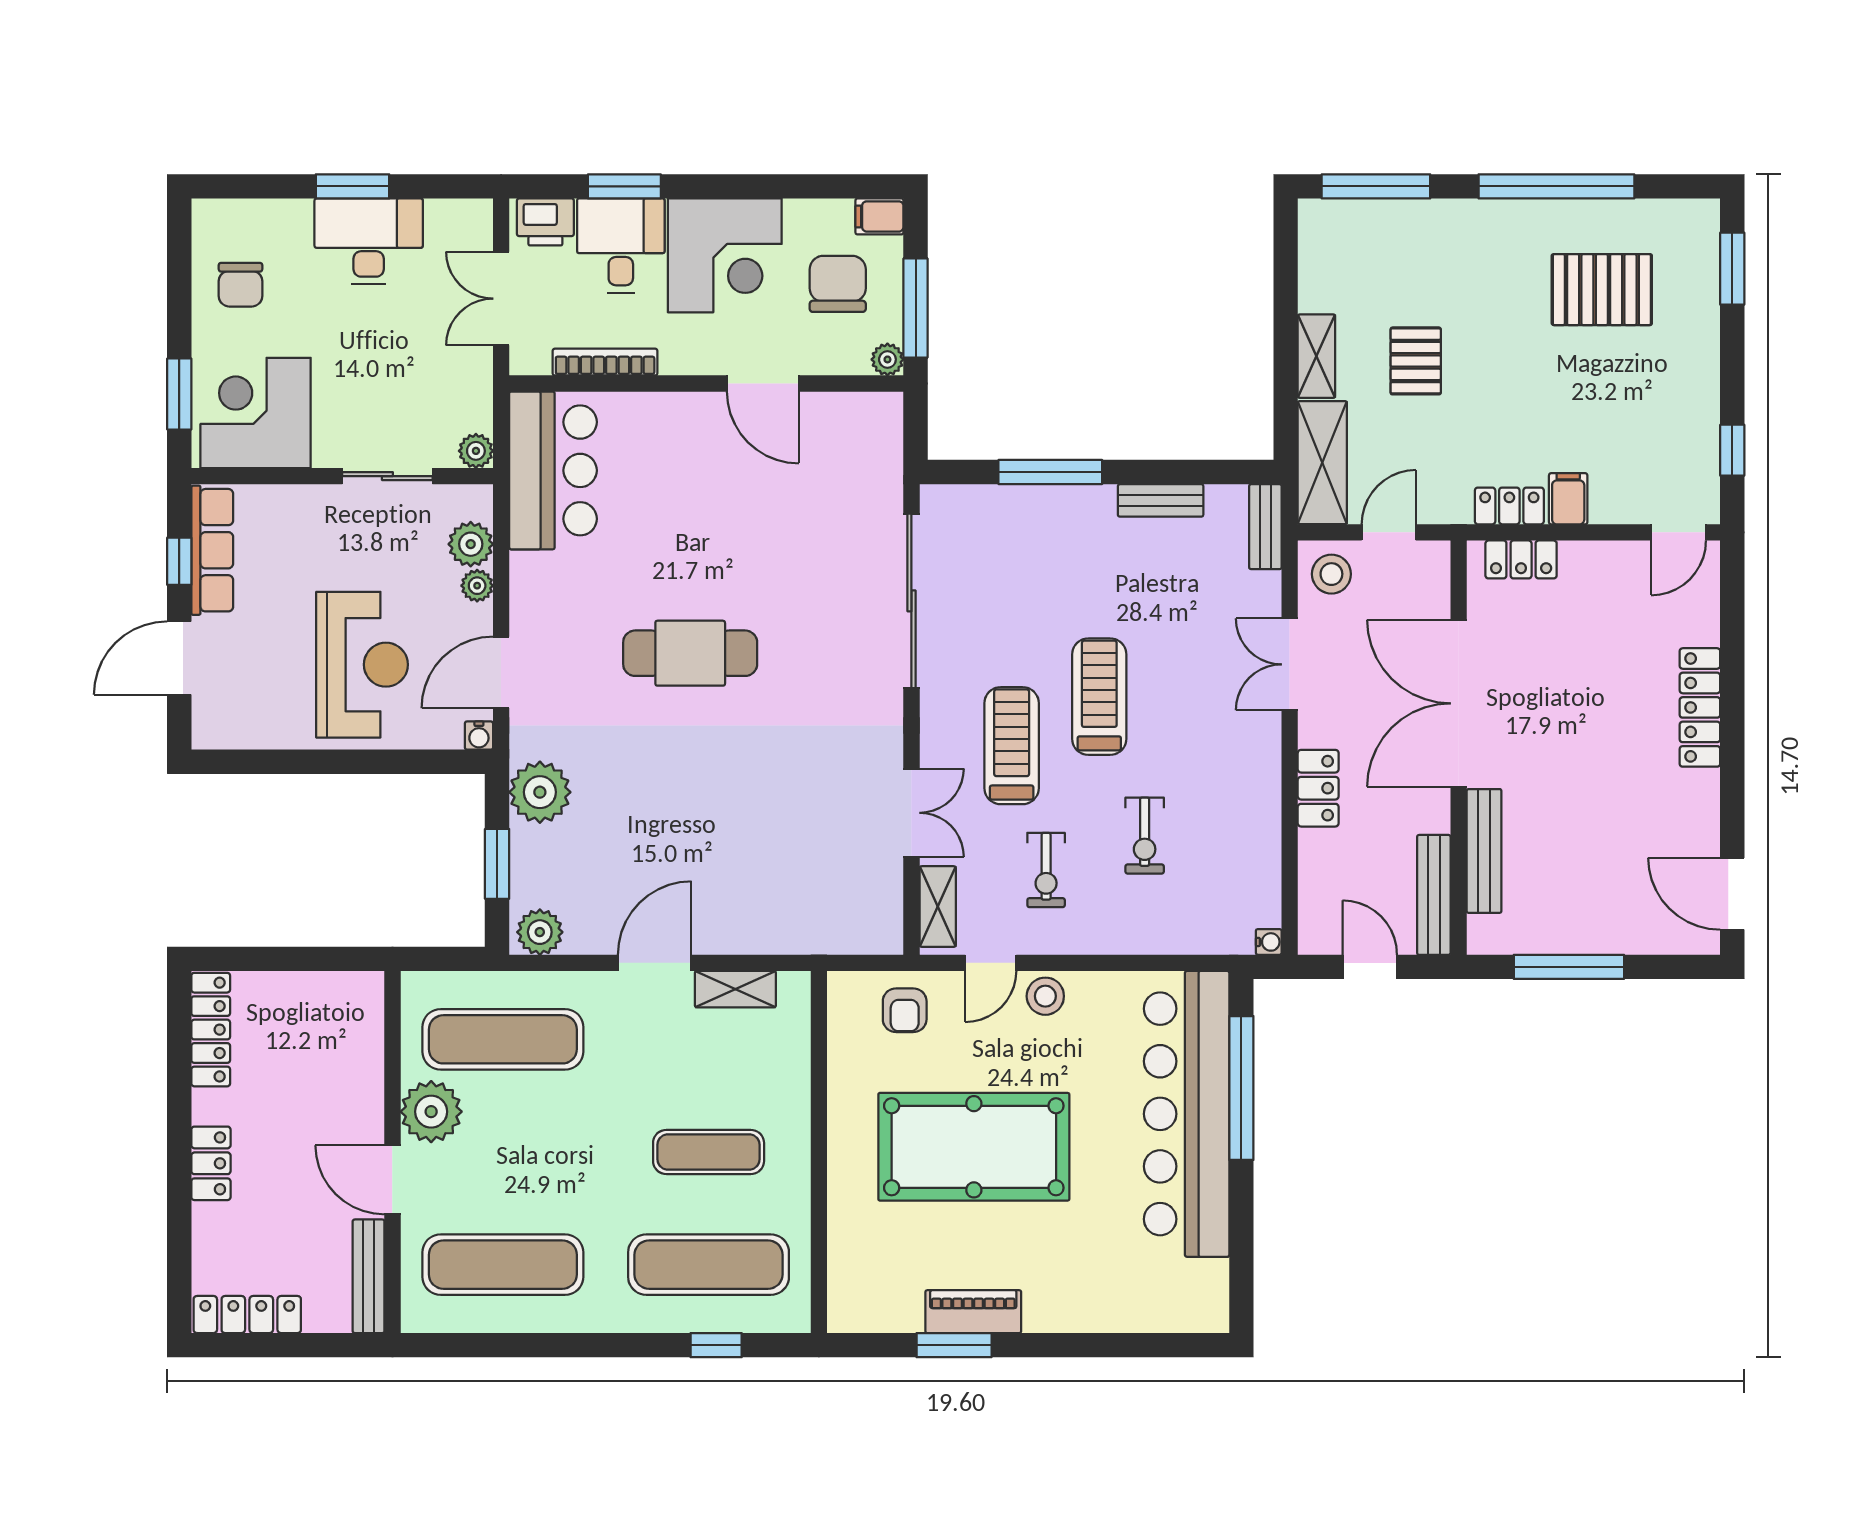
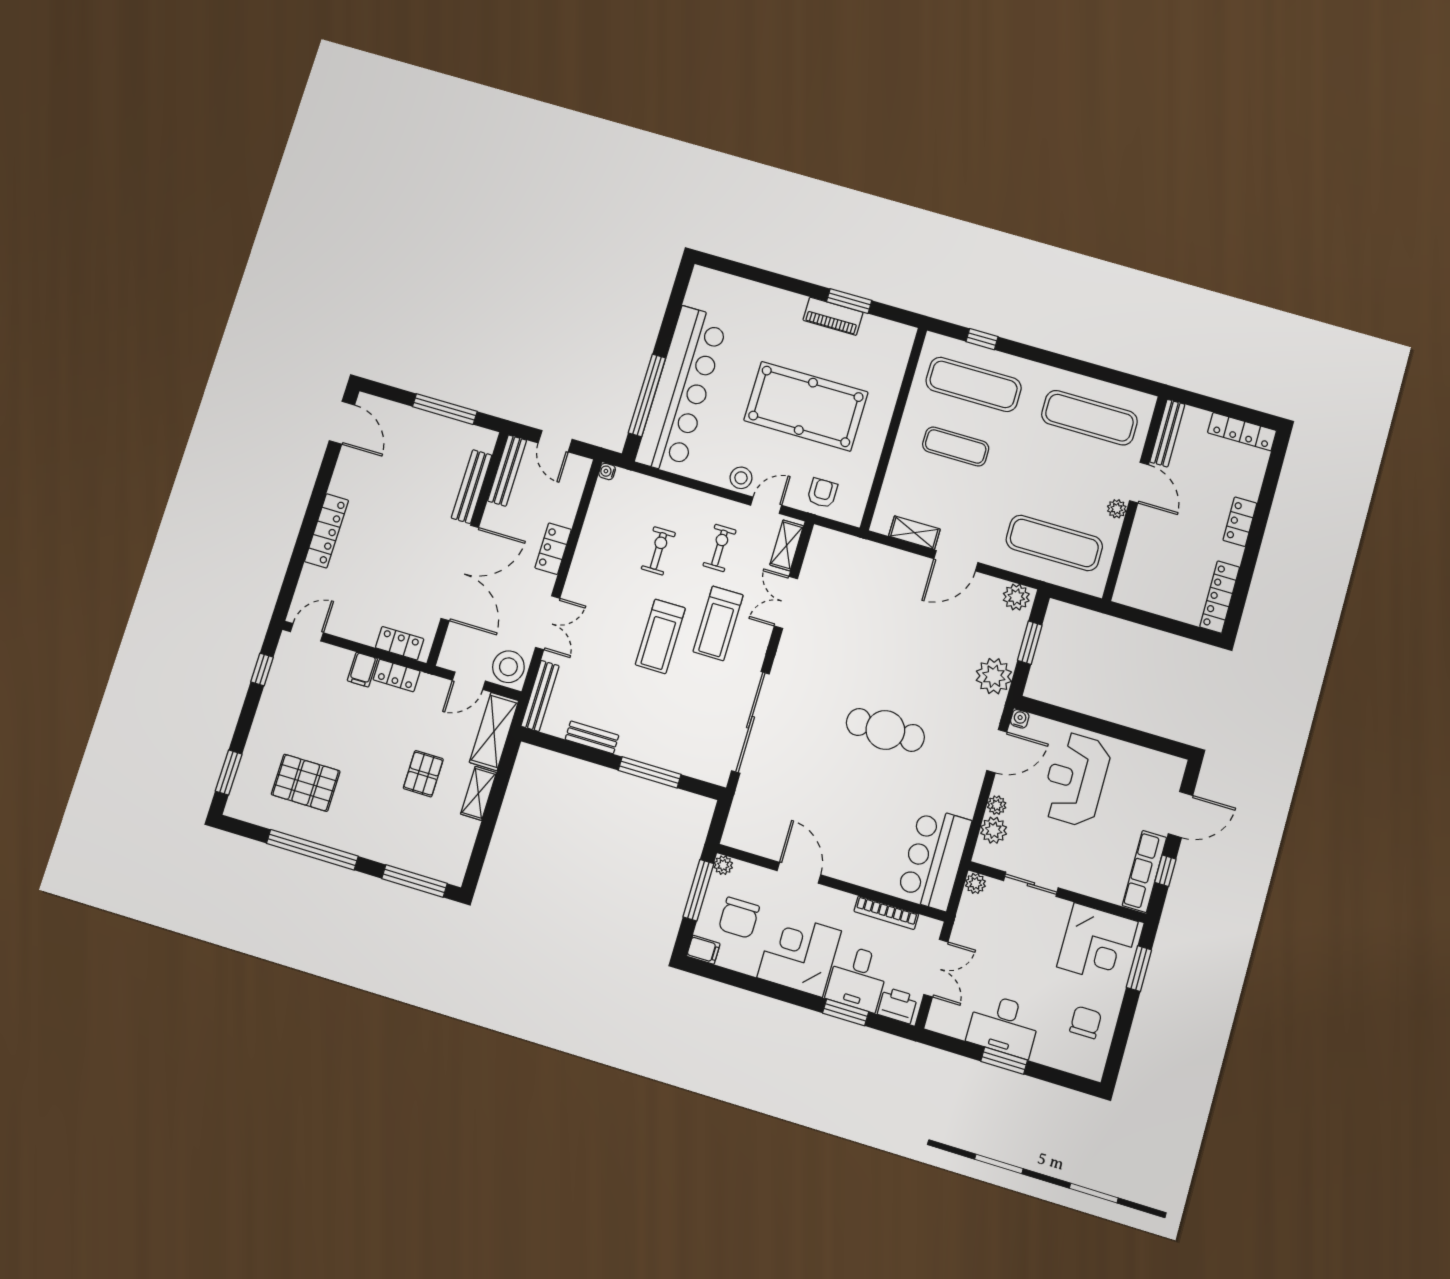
bench: (1265, 527) -> (540, 696), width x1.36
stool: (1331, 574) -> (508, 667), width x1.38, depth x1.38
plant: (431, 1112) -> (1117, 509), width x0.53, depth x0.53

